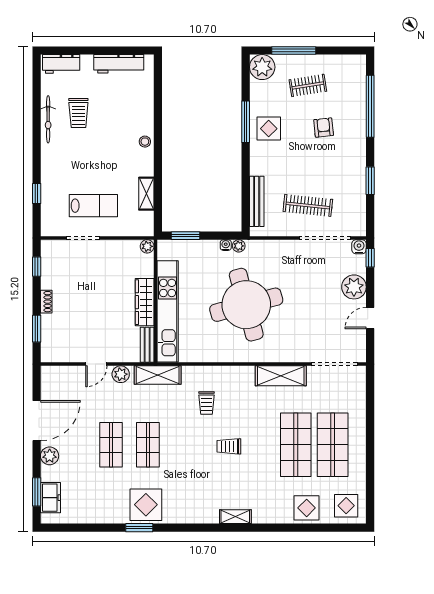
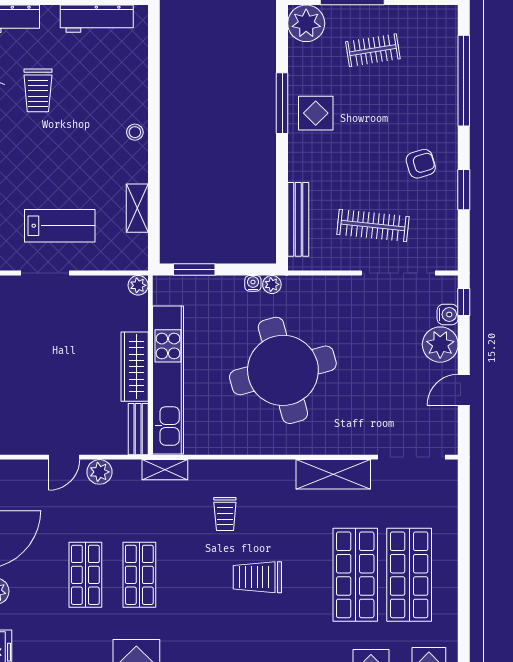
armchair: (324, 128) -> (421, 164), moved, turned 79
water cooler: (359, 247) -> (448, 314), moved, turned 90
shelving: (158, 375) -> (165, 470), width x0.67, depth x0.75
trolley: (229, 446) -> (257, 577), width x1.36, depth x1.39

